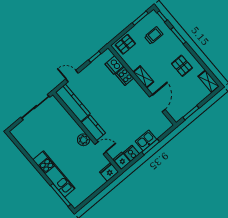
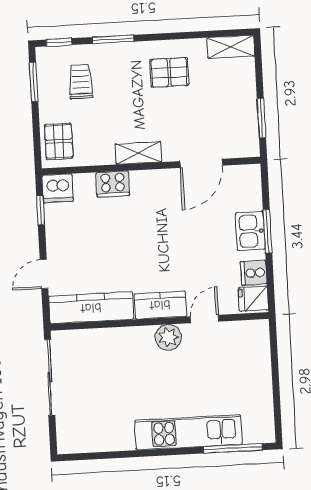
dishwasher: (114, 65) -> (58, 188), moved
door: (157, 103) -> (201, 163), swing flipped
fridge: (109, 172) -> (256, 335), removed

